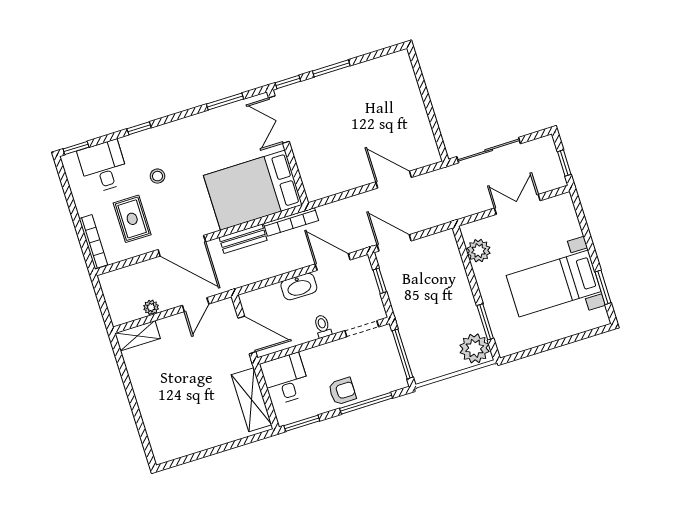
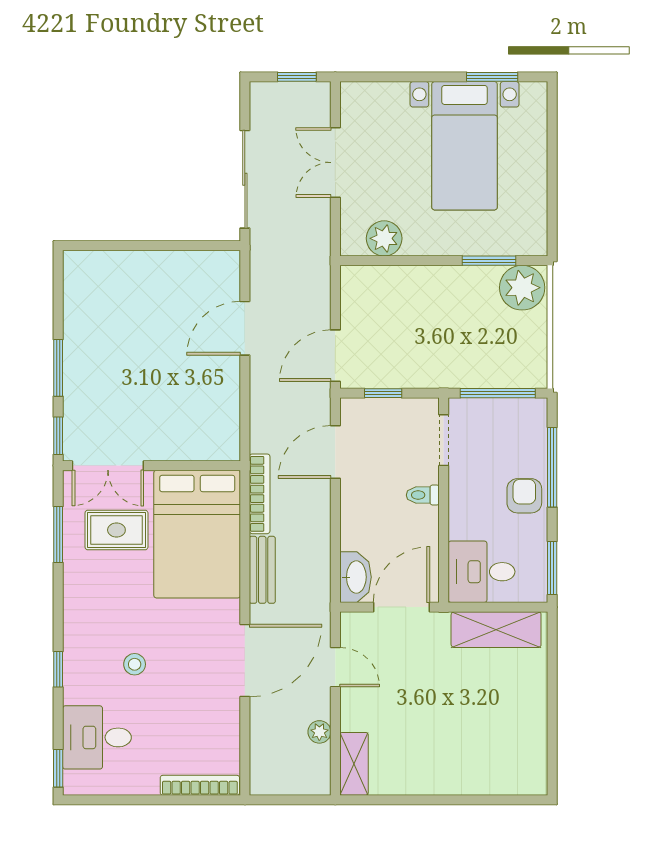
rug: (132, 219) -> (116, 530), moved
washbasin: (299, 287) -> (355, 577), moved

